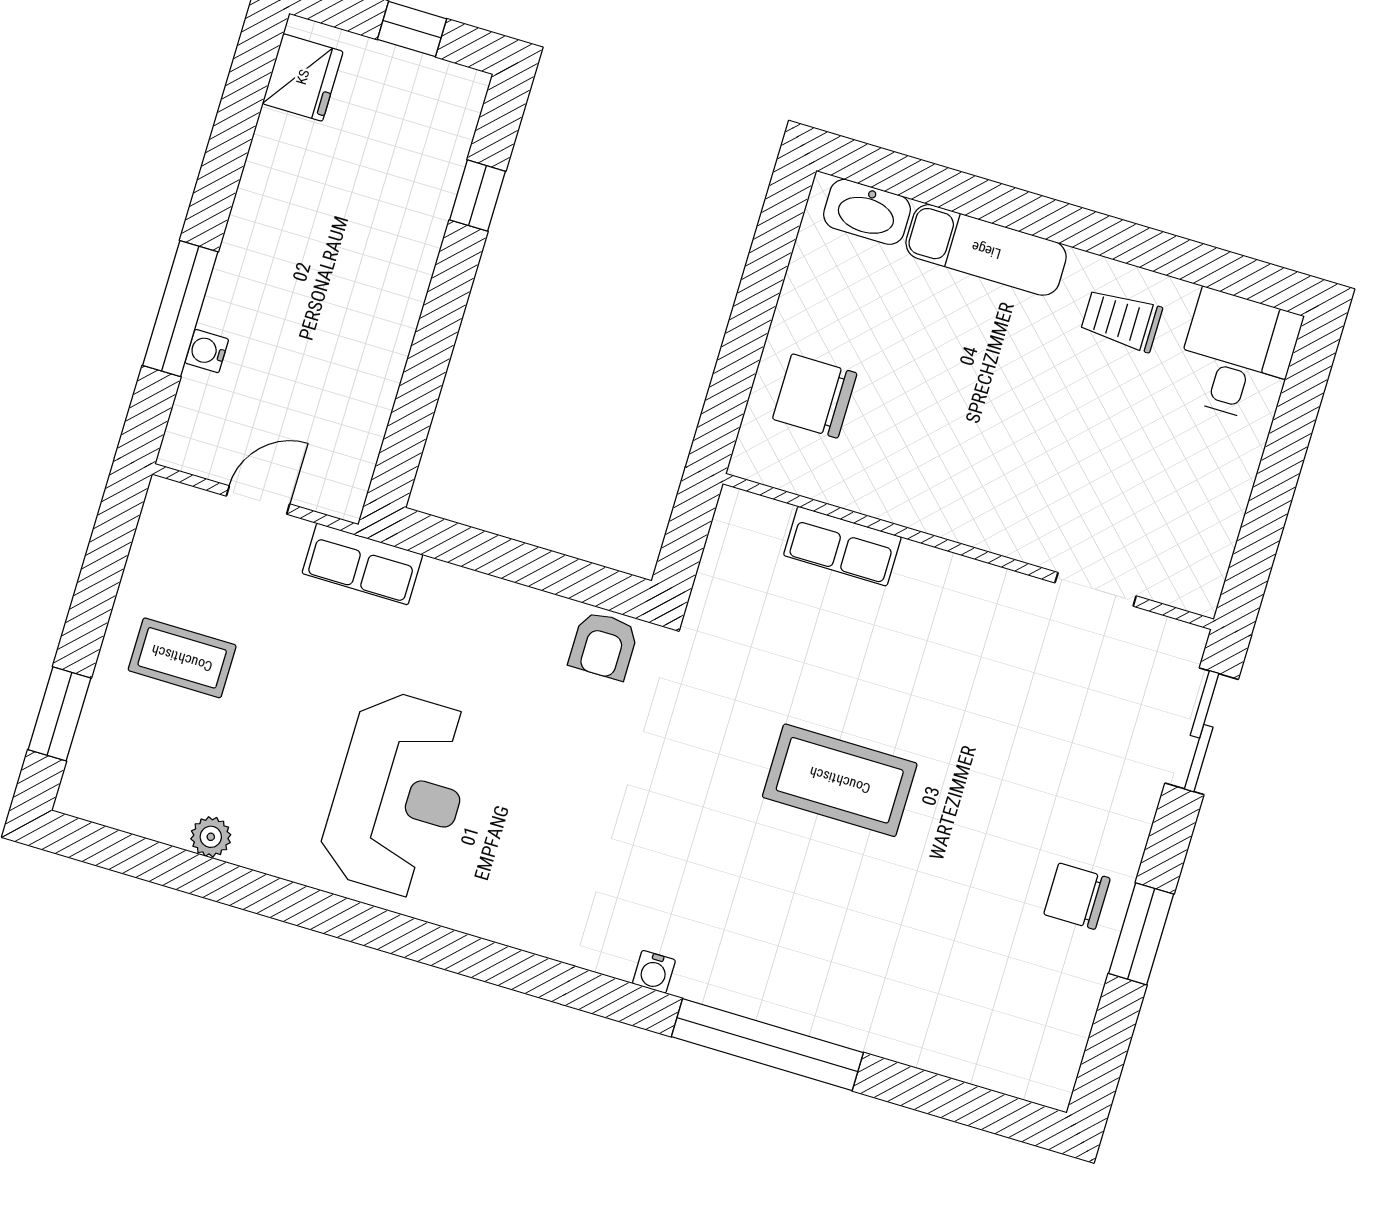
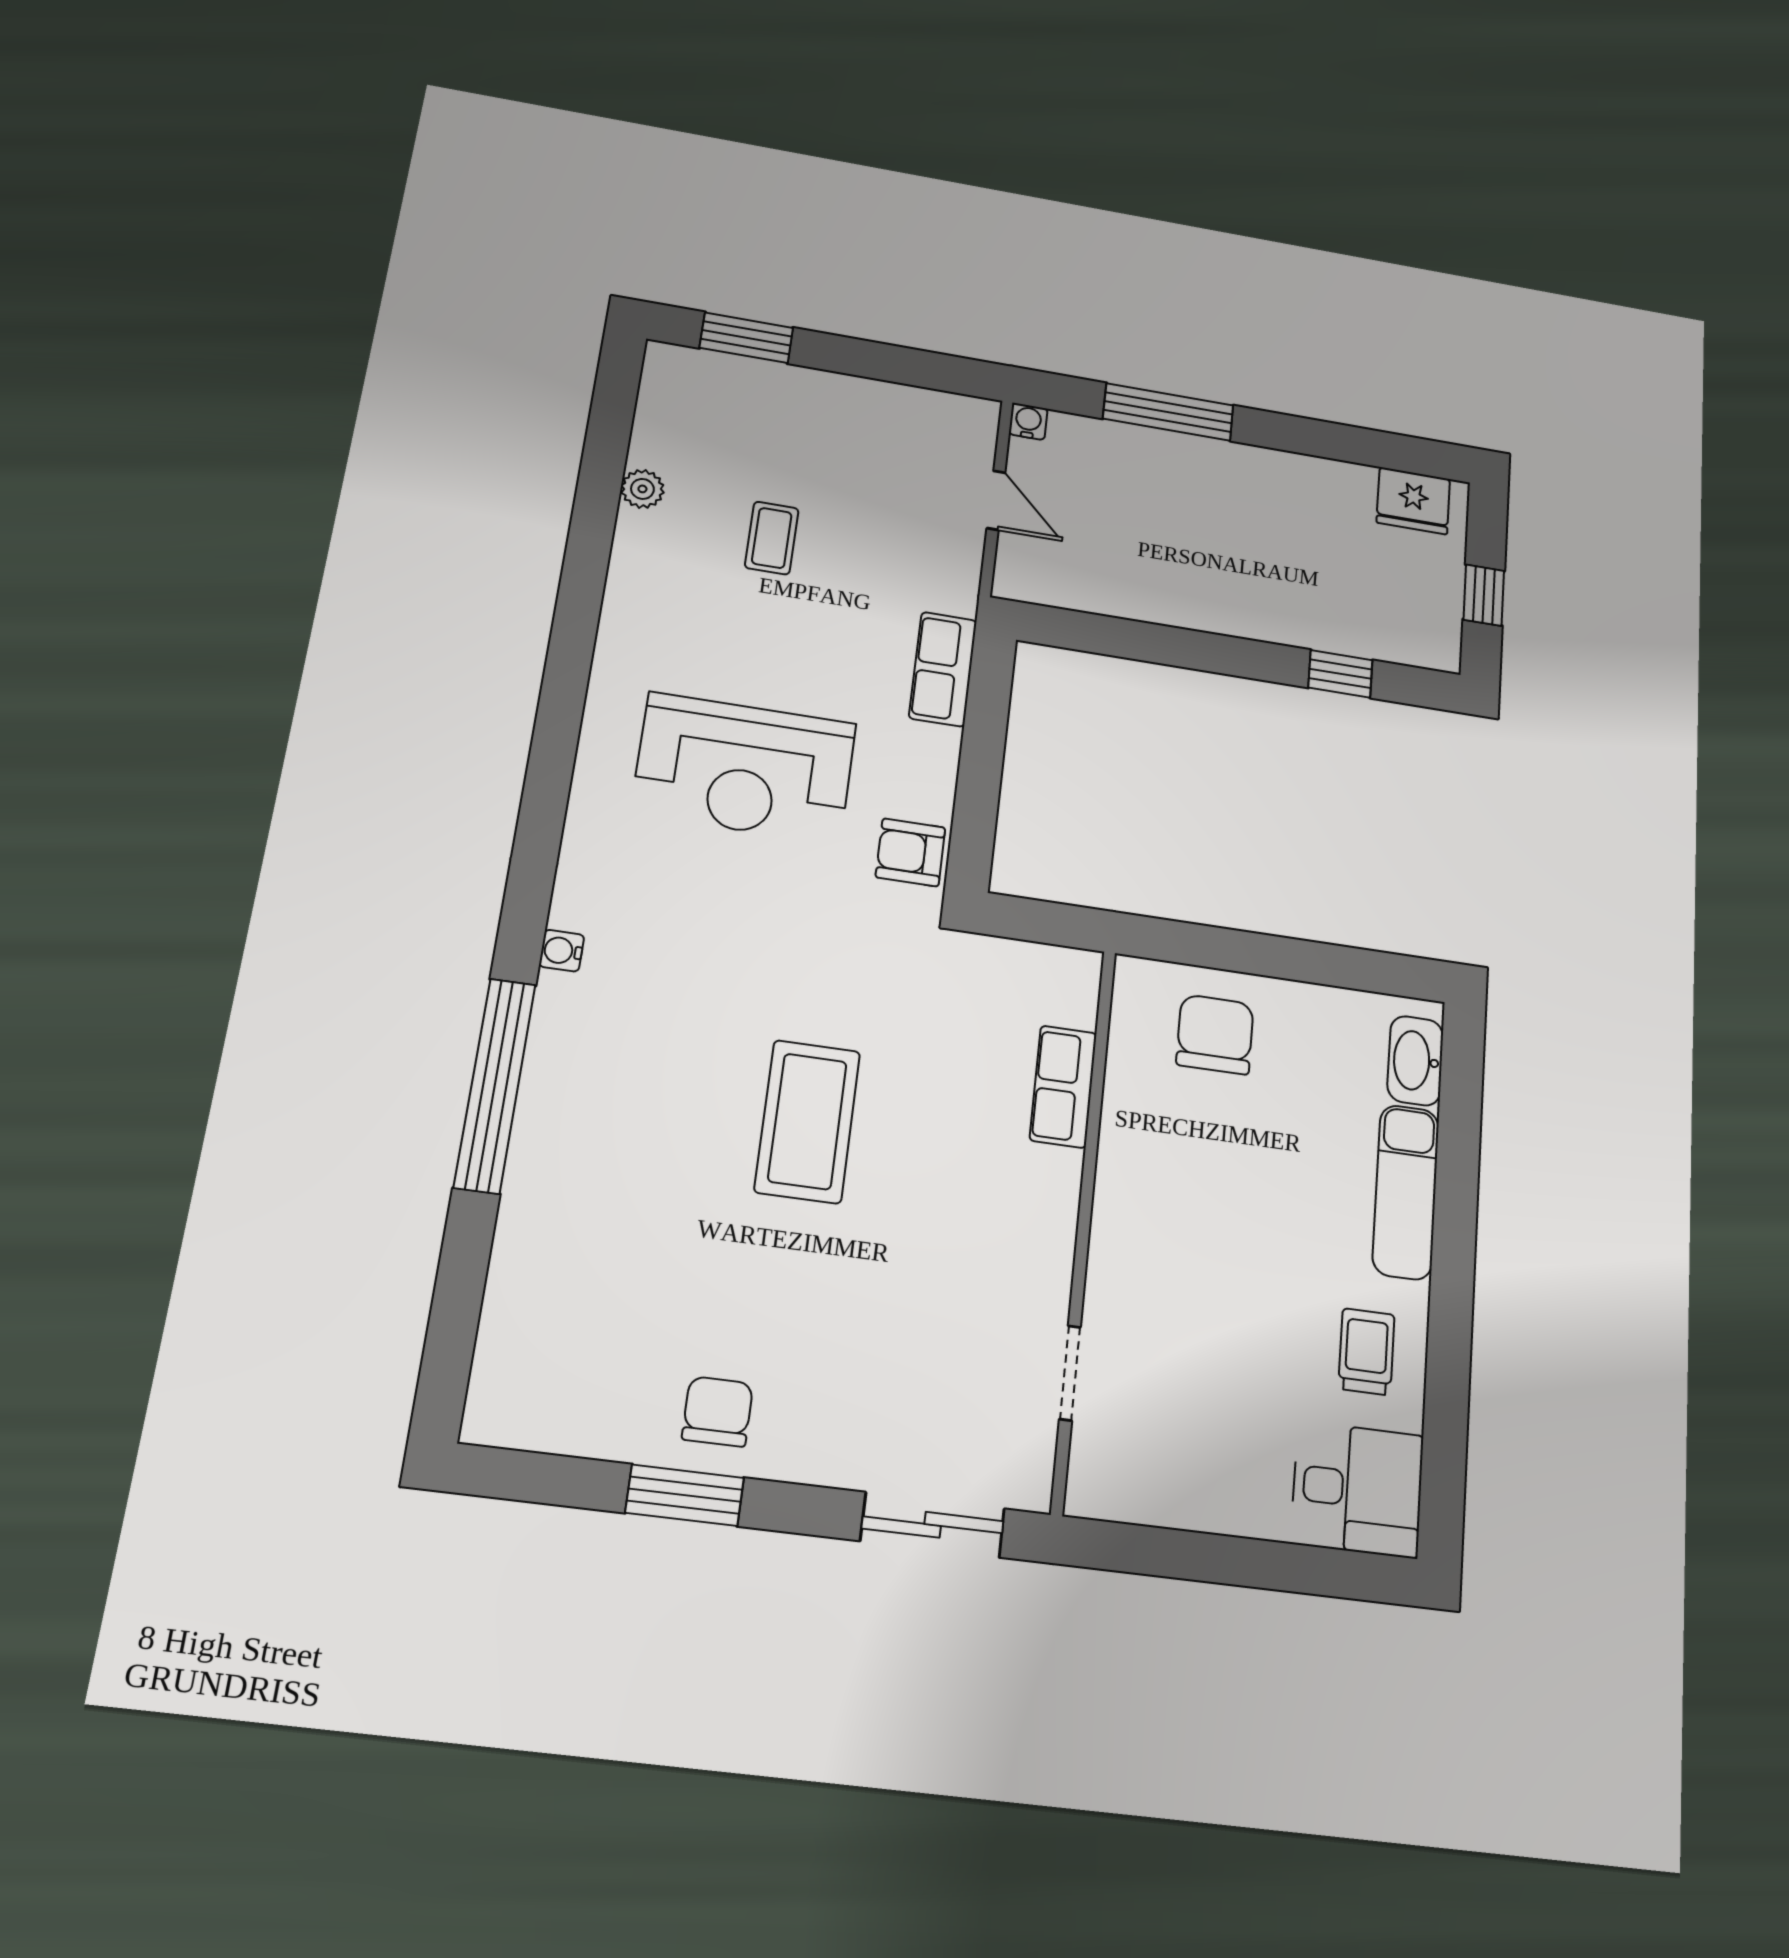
water cooler: (207, 351) -> (1028, 421), moved
row of seats: (362, 564) -> (943, 669), moved
coffee table: (182, 658) -> (772, 538), moved, width x0.73, depth x0.77
reception desk: (399, 794) -> (744, 768), moved

